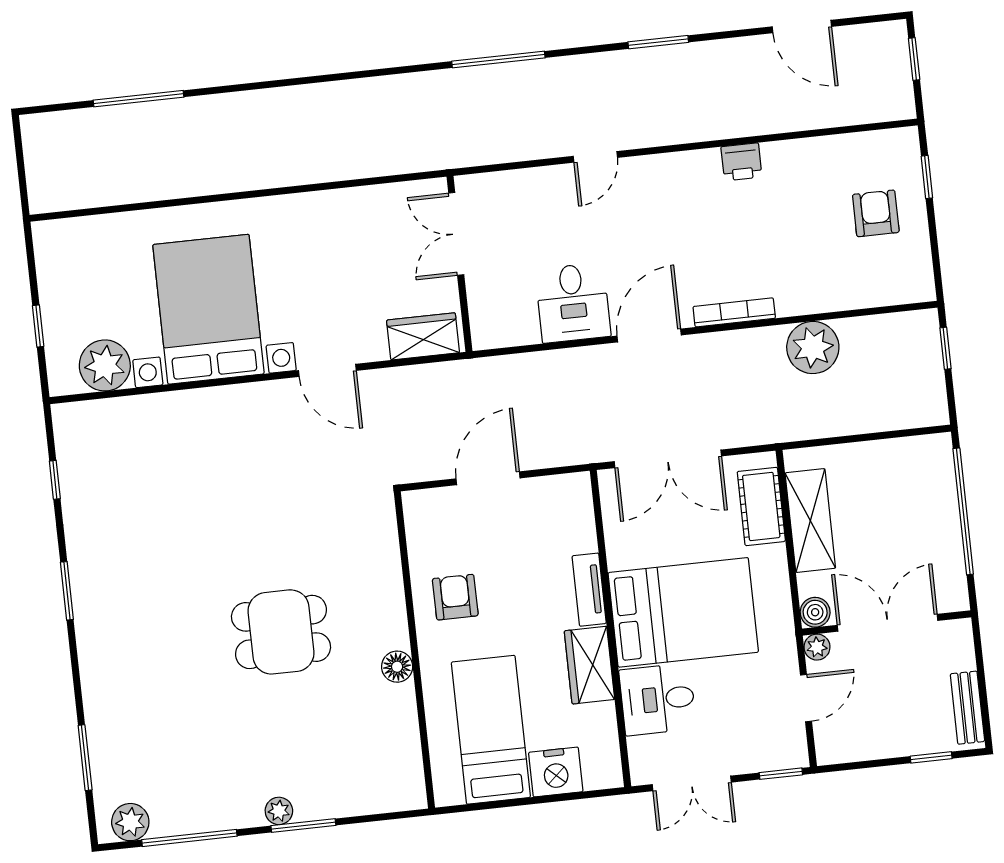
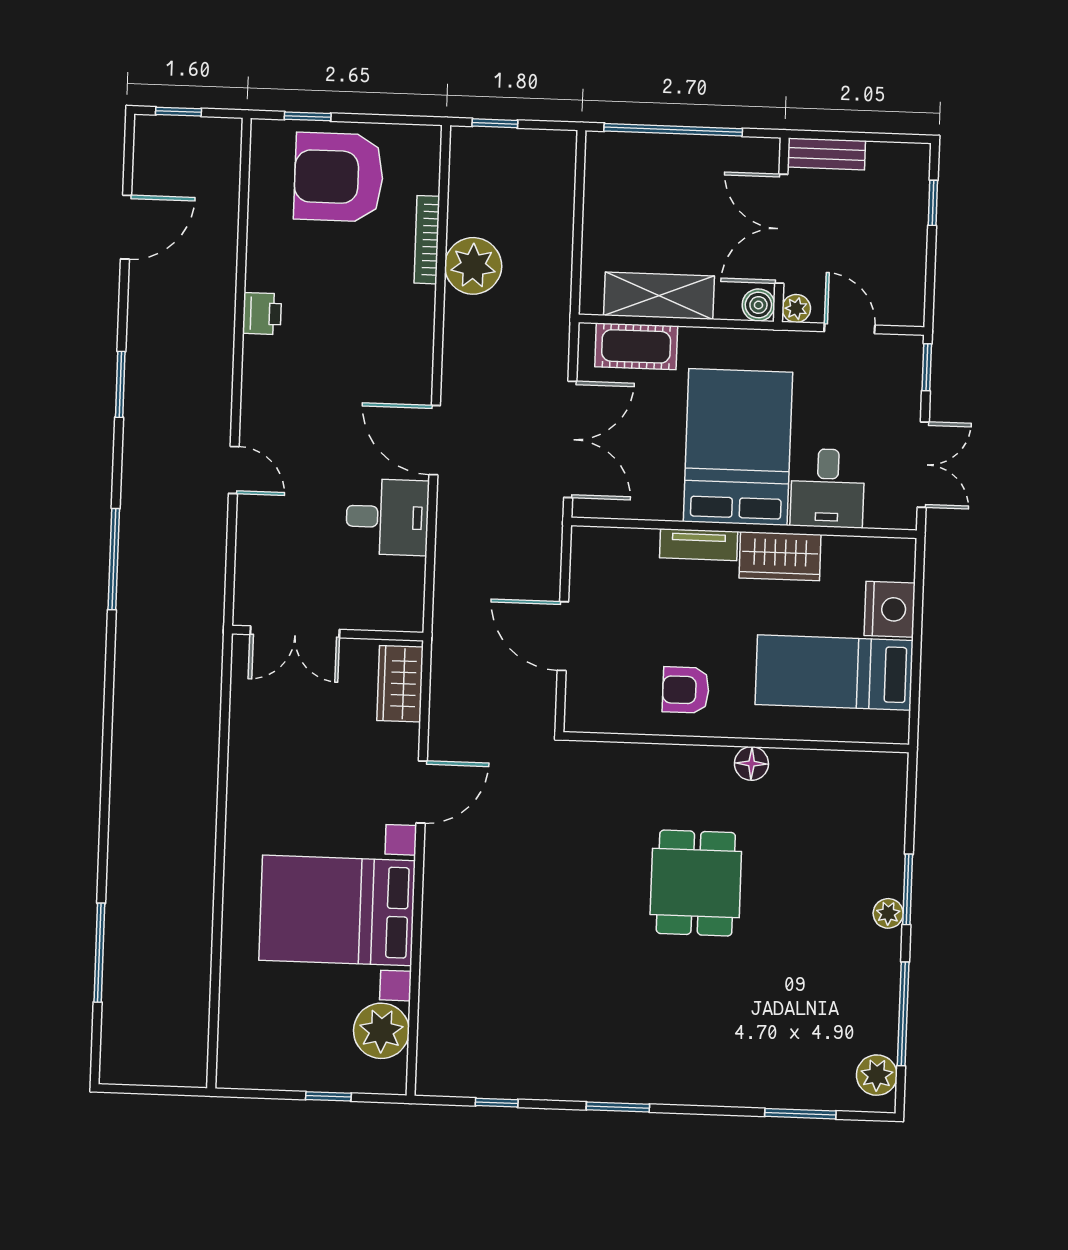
armchair: (876, 213) -> (339, 177), width x1.88, depth x1.88
bookcase: (734, 312) -> (427, 240), moved
bench: (967, 708) -> (826, 154), moved

